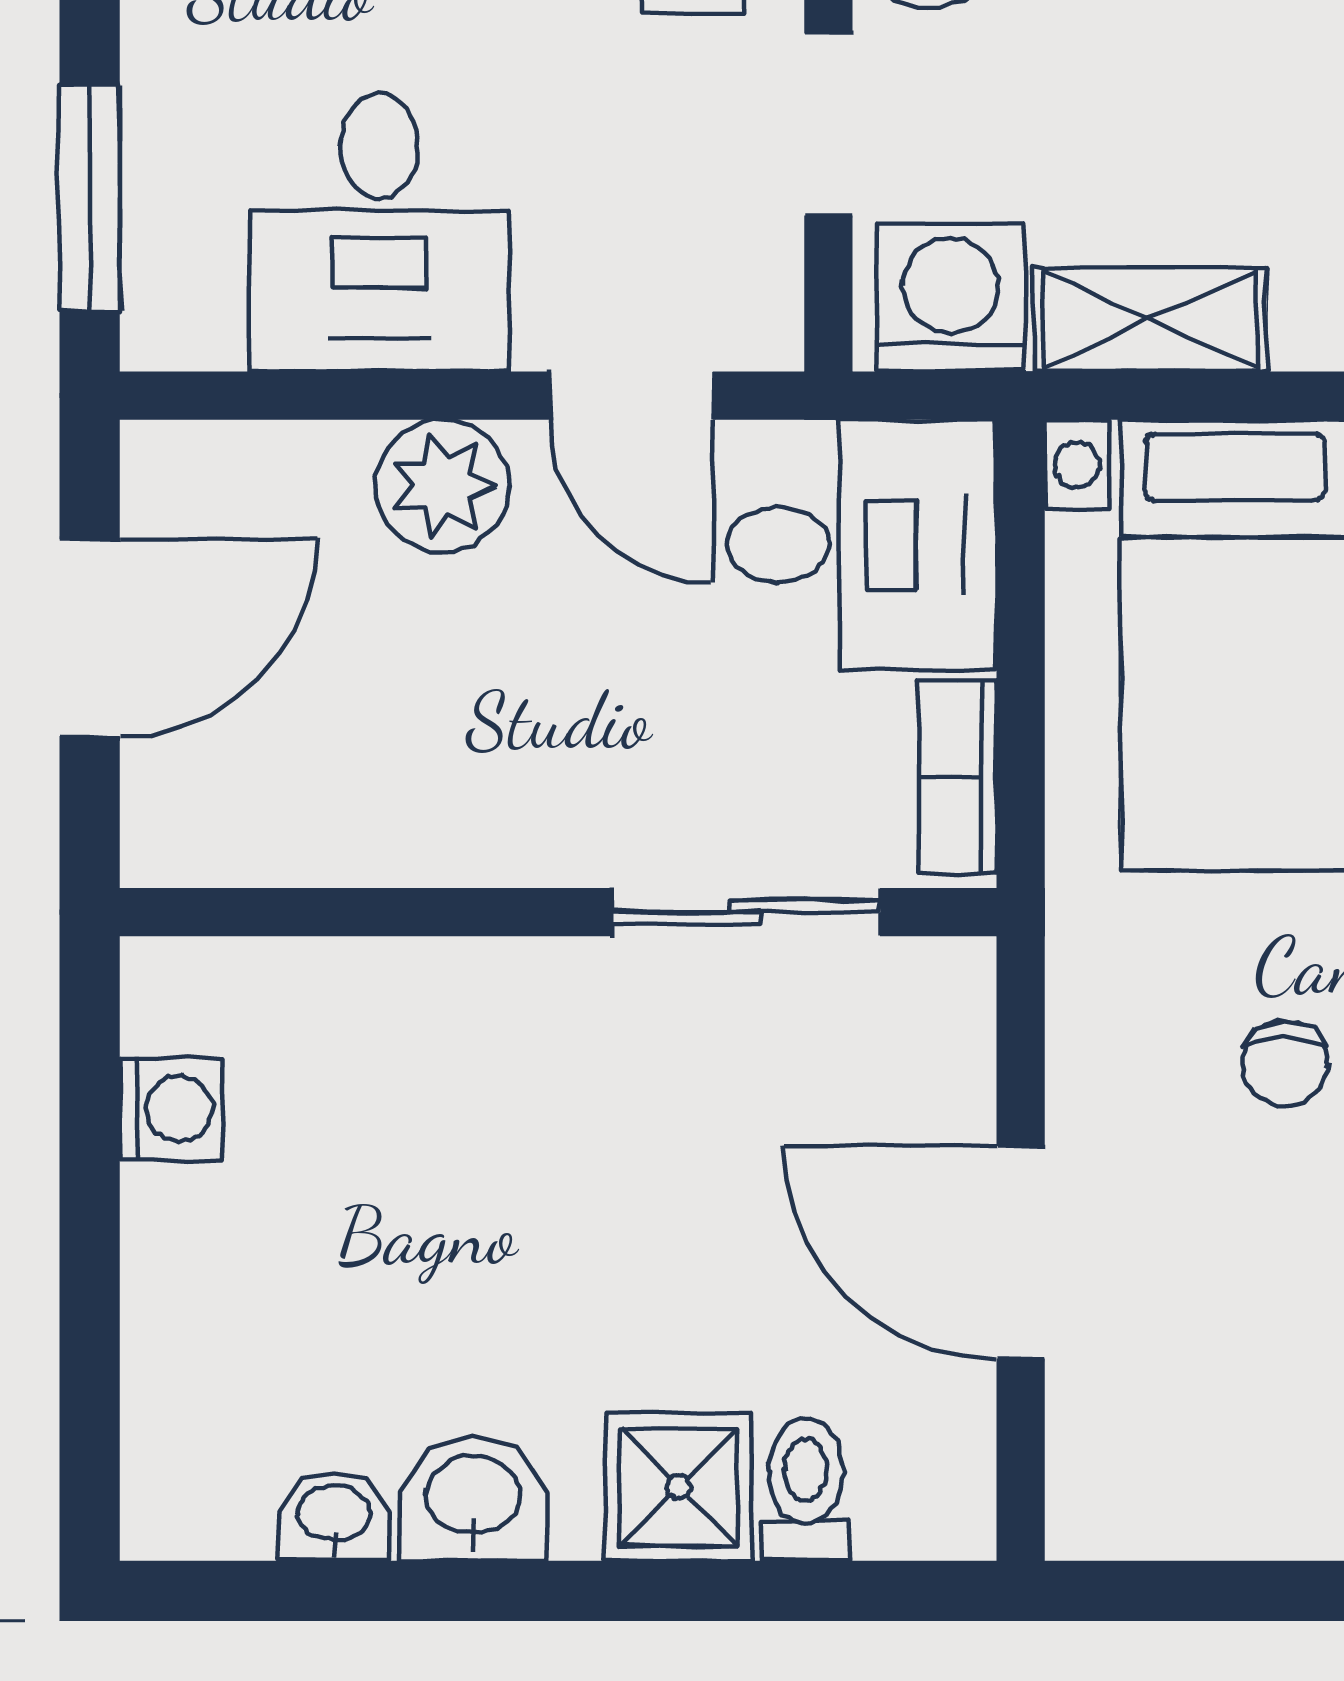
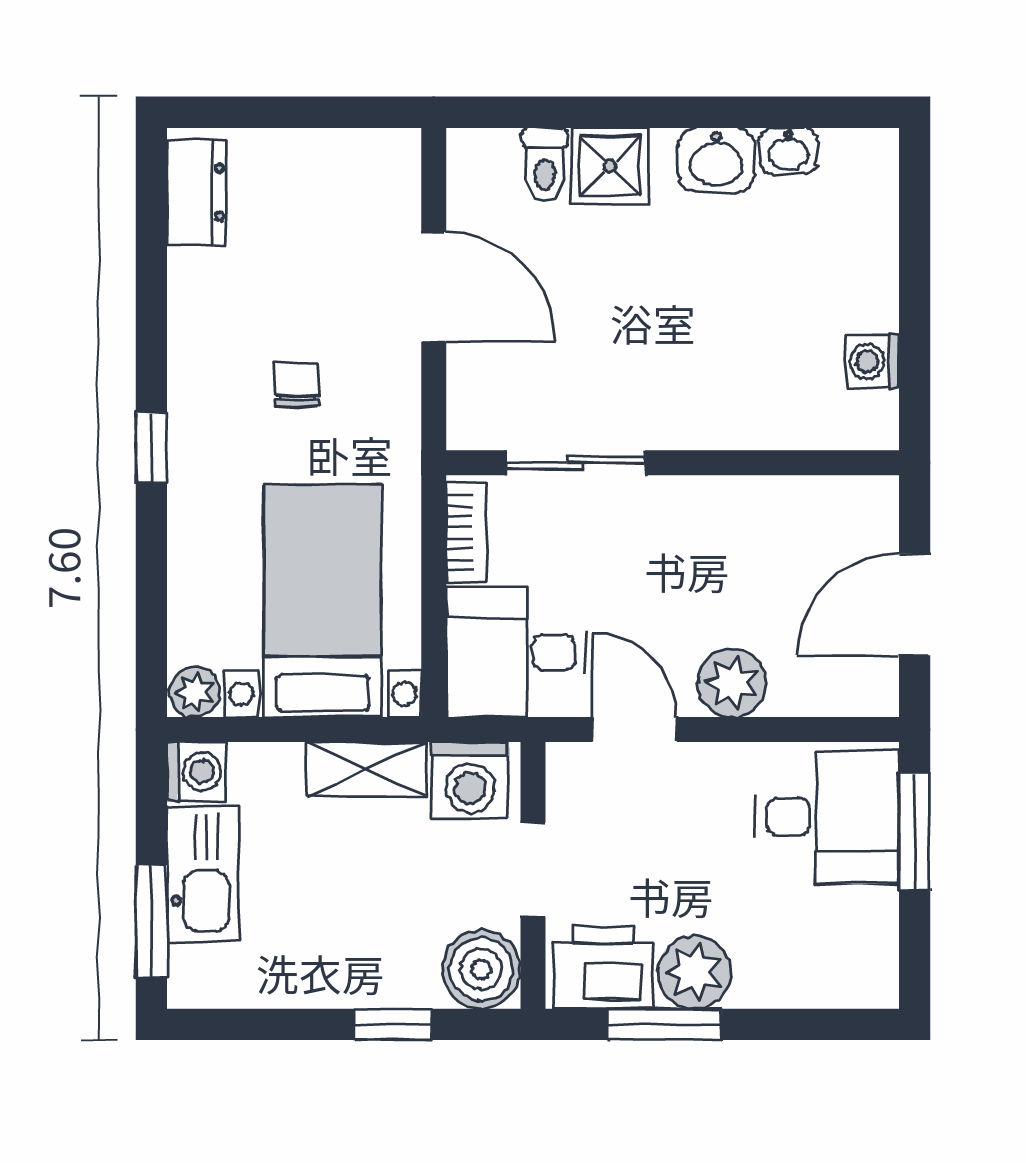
desk: (379, 232) -> (827, 817), moved, turned 90

